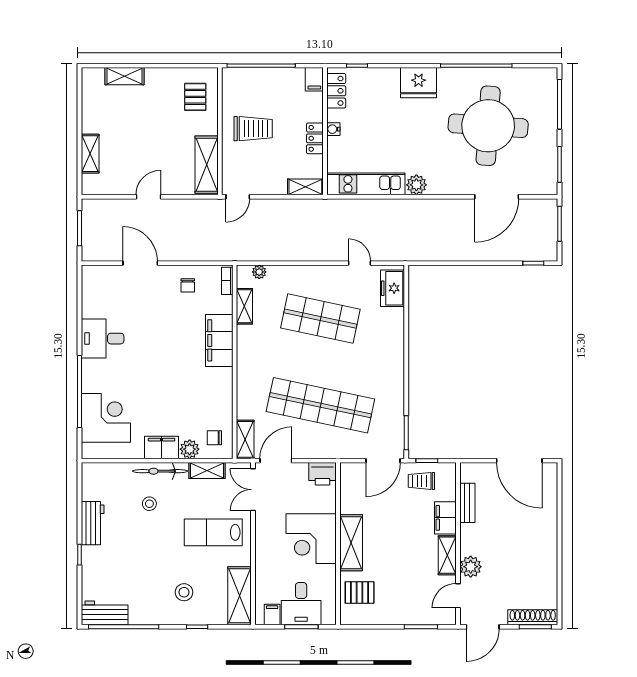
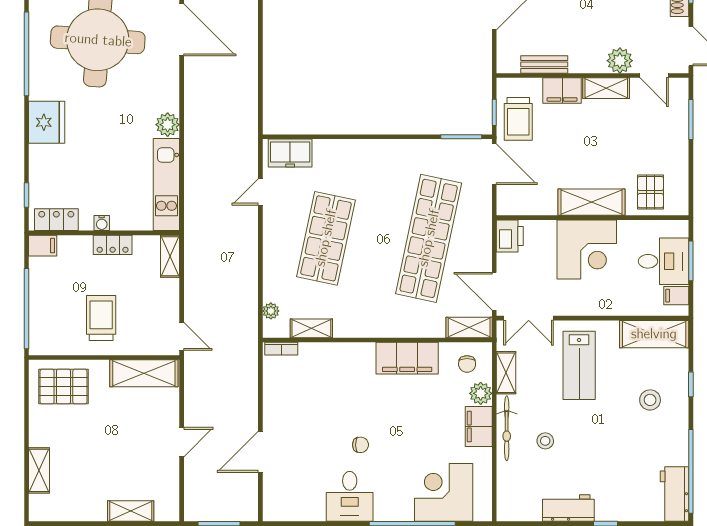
pallet: (195, 97) -> (63, 387), width x1.50, depth x1.42
door: (148, 197) -> (182, 442), swing flipped
chair: (188, 285) -> (360, 445), moved
filing cabinet: (219, 340) -> (407, 358), moved
trolley: (421, 481) -> (518, 119), width x1.36, depth x1.39

